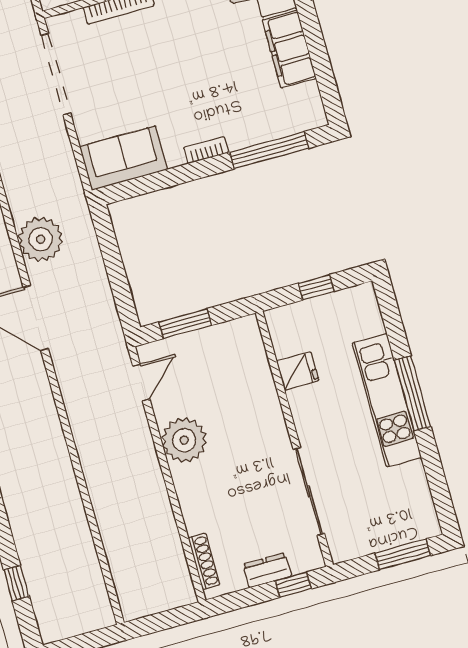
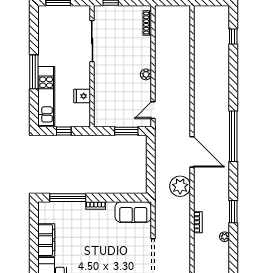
kitchen unit: (387, 400) -> (46, 96), moved
plant: (184, 440) -> (146, 74), width x0.53, depth x0.53
dresser: (267, 570) -> (120, 11), removed

